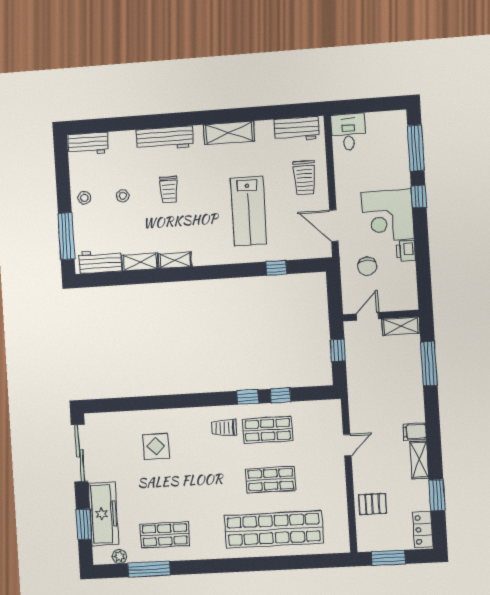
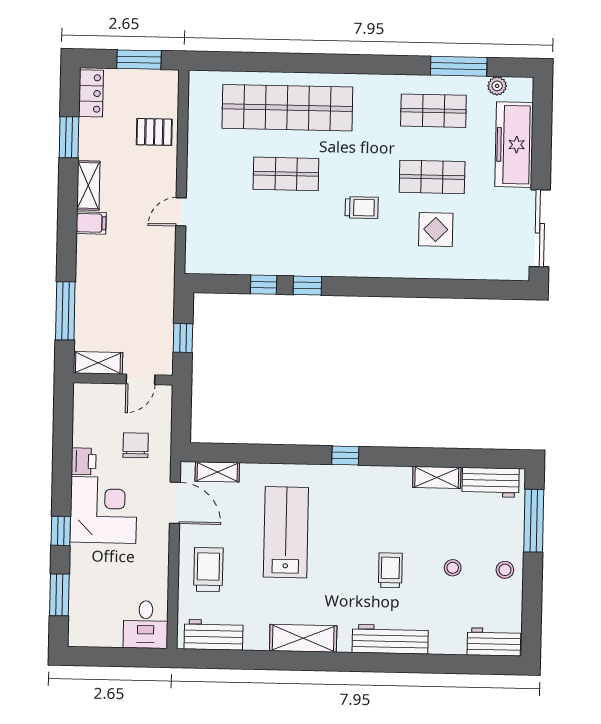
window: (416, 148) -> (59, 595), width x0.69
shelving: (175, 260) -> (217, 472), moved
window: (276, 268) -> (345, 456), moved
trolley: (224, 428) -> (362, 208), moved
shop shelf: (268, 430) -> (432, 177), moved
window: (84, 524) -> (542, 132), removed

